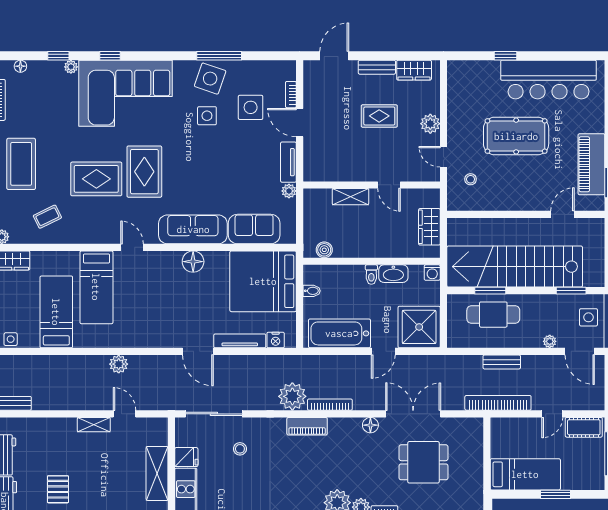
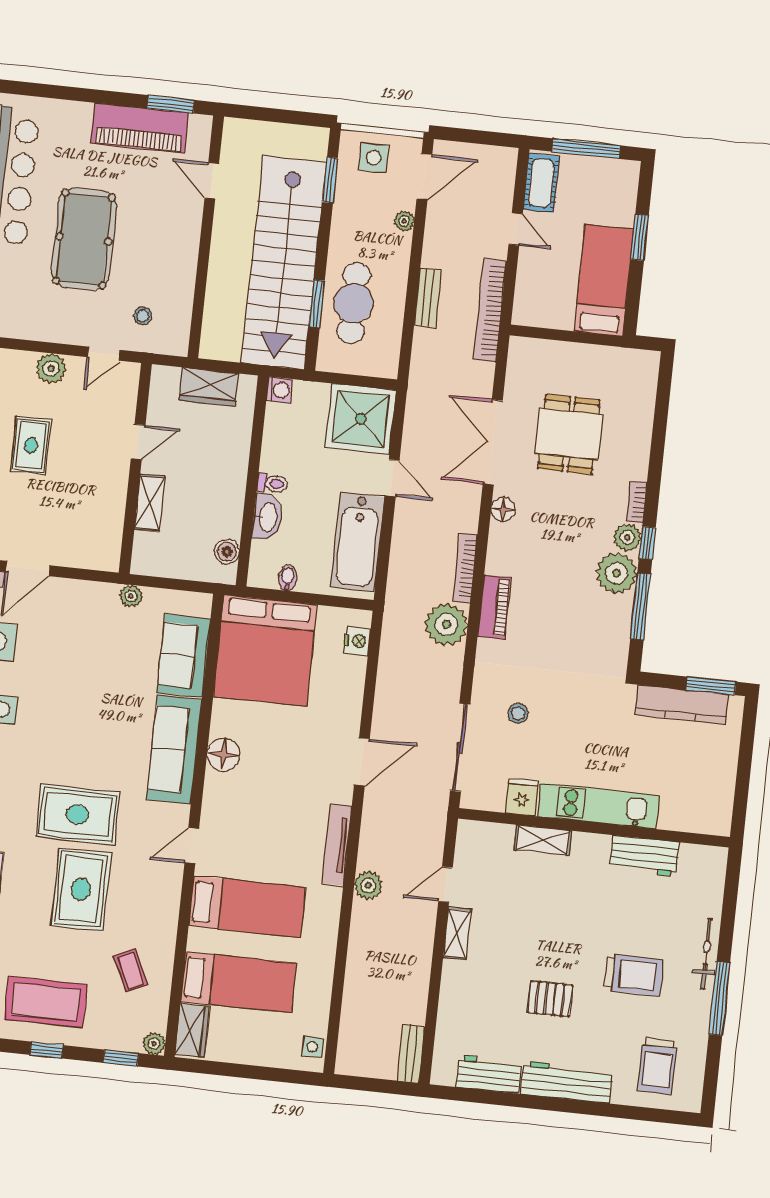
tv unit: (288, 162) -> (87, 592), removed
washbasin: (393, 274) -> (268, 517), moved
bed: (56, 312) -> (238, 982), moved, turned 180
tv unit: (240, 341) -> (337, 845), moved
shelving: (157, 473) -> (543, 840), width x0.67, depth x0.75

